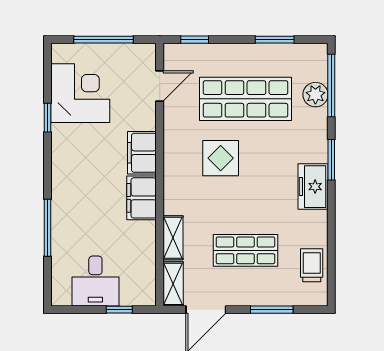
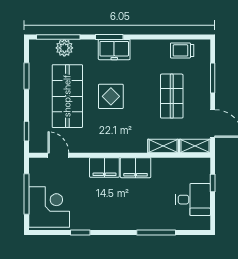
corner desk: (80, 93) -> (49, 207), moved, turned 90
display table: (221, 158) -> (111, 96), moved
freezer: (313, 187) -> (114, 50), moved

